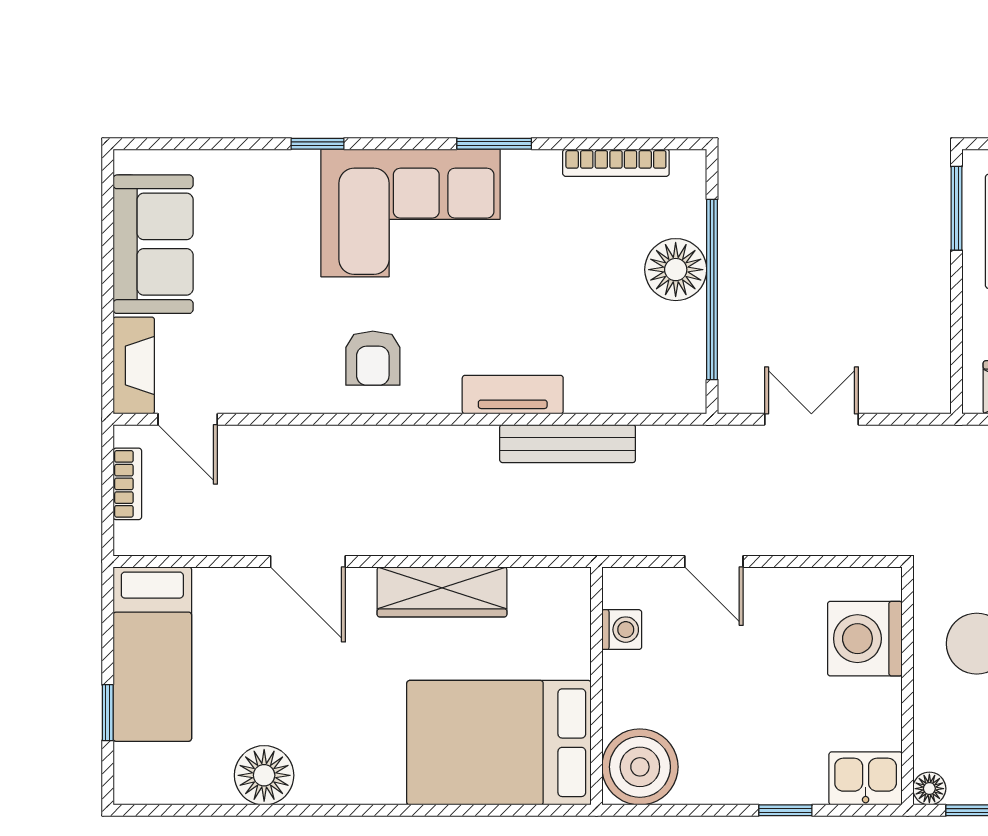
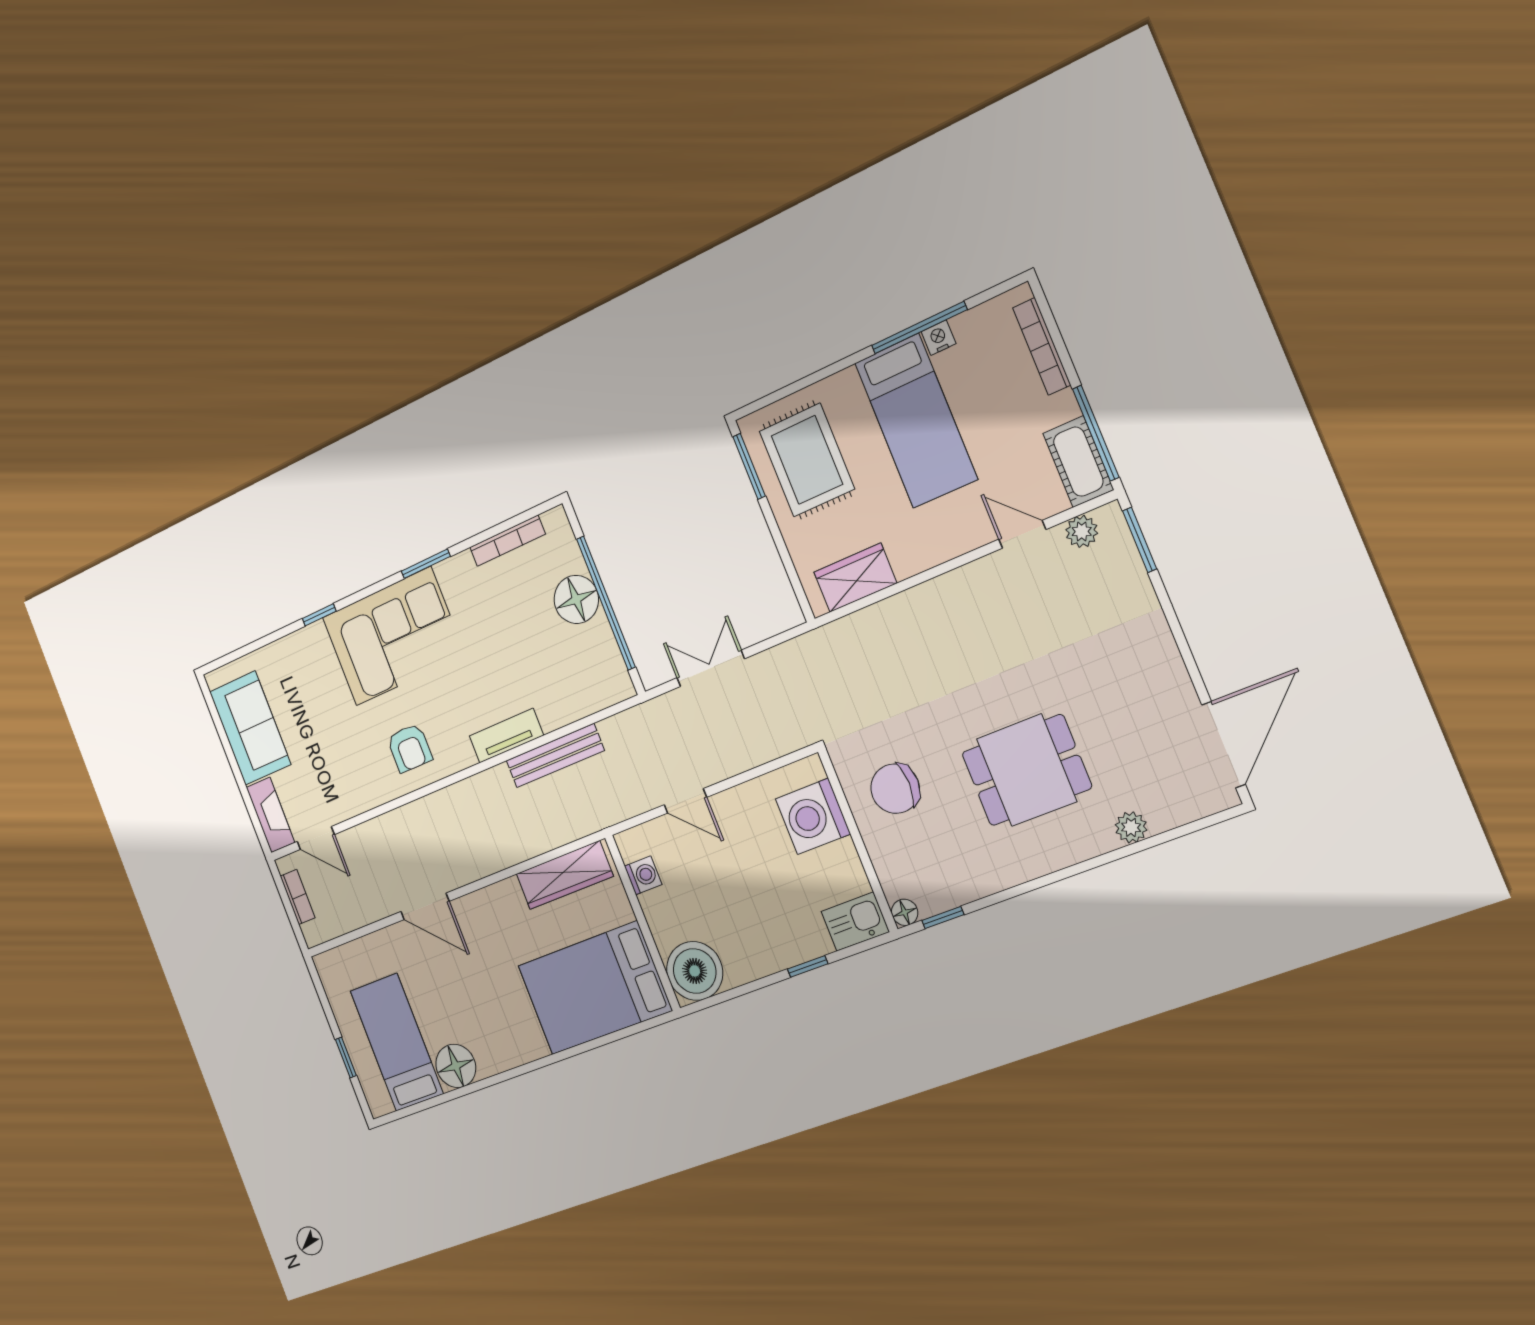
wardrobe: (442, 592) -> (565, 875), moved
bed: (152, 654) -> (397, 1042), moved, turned 180

